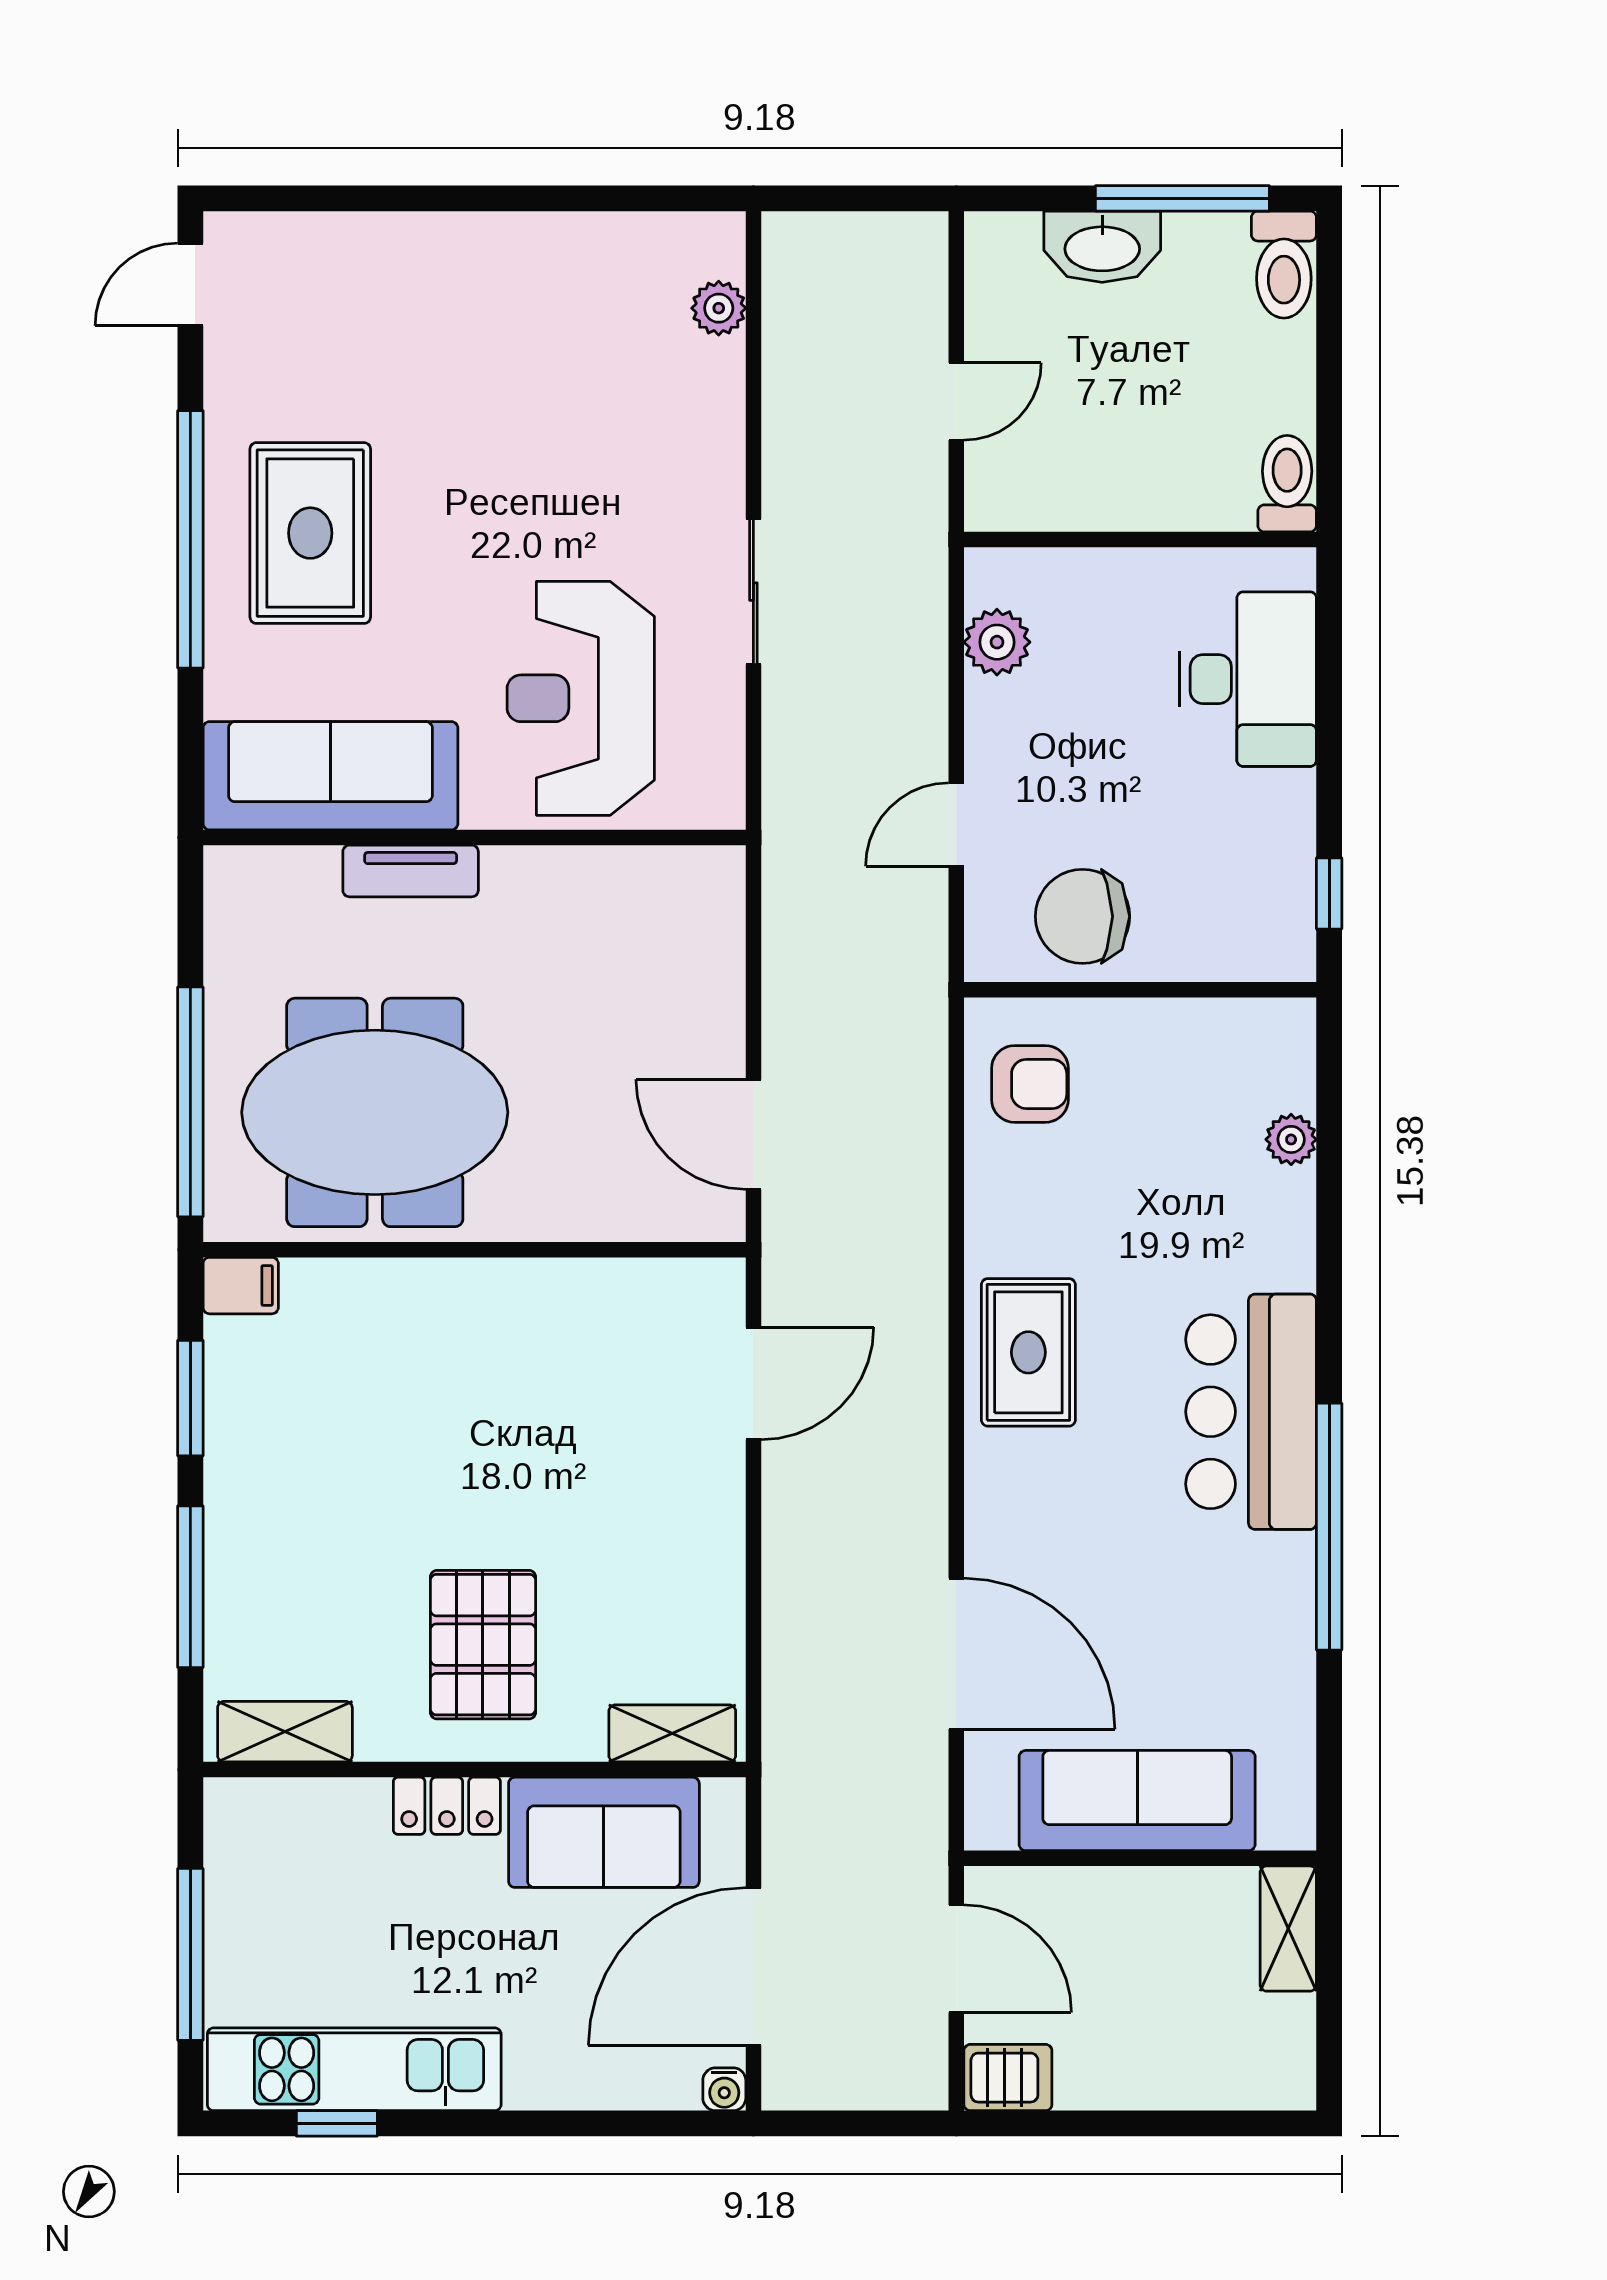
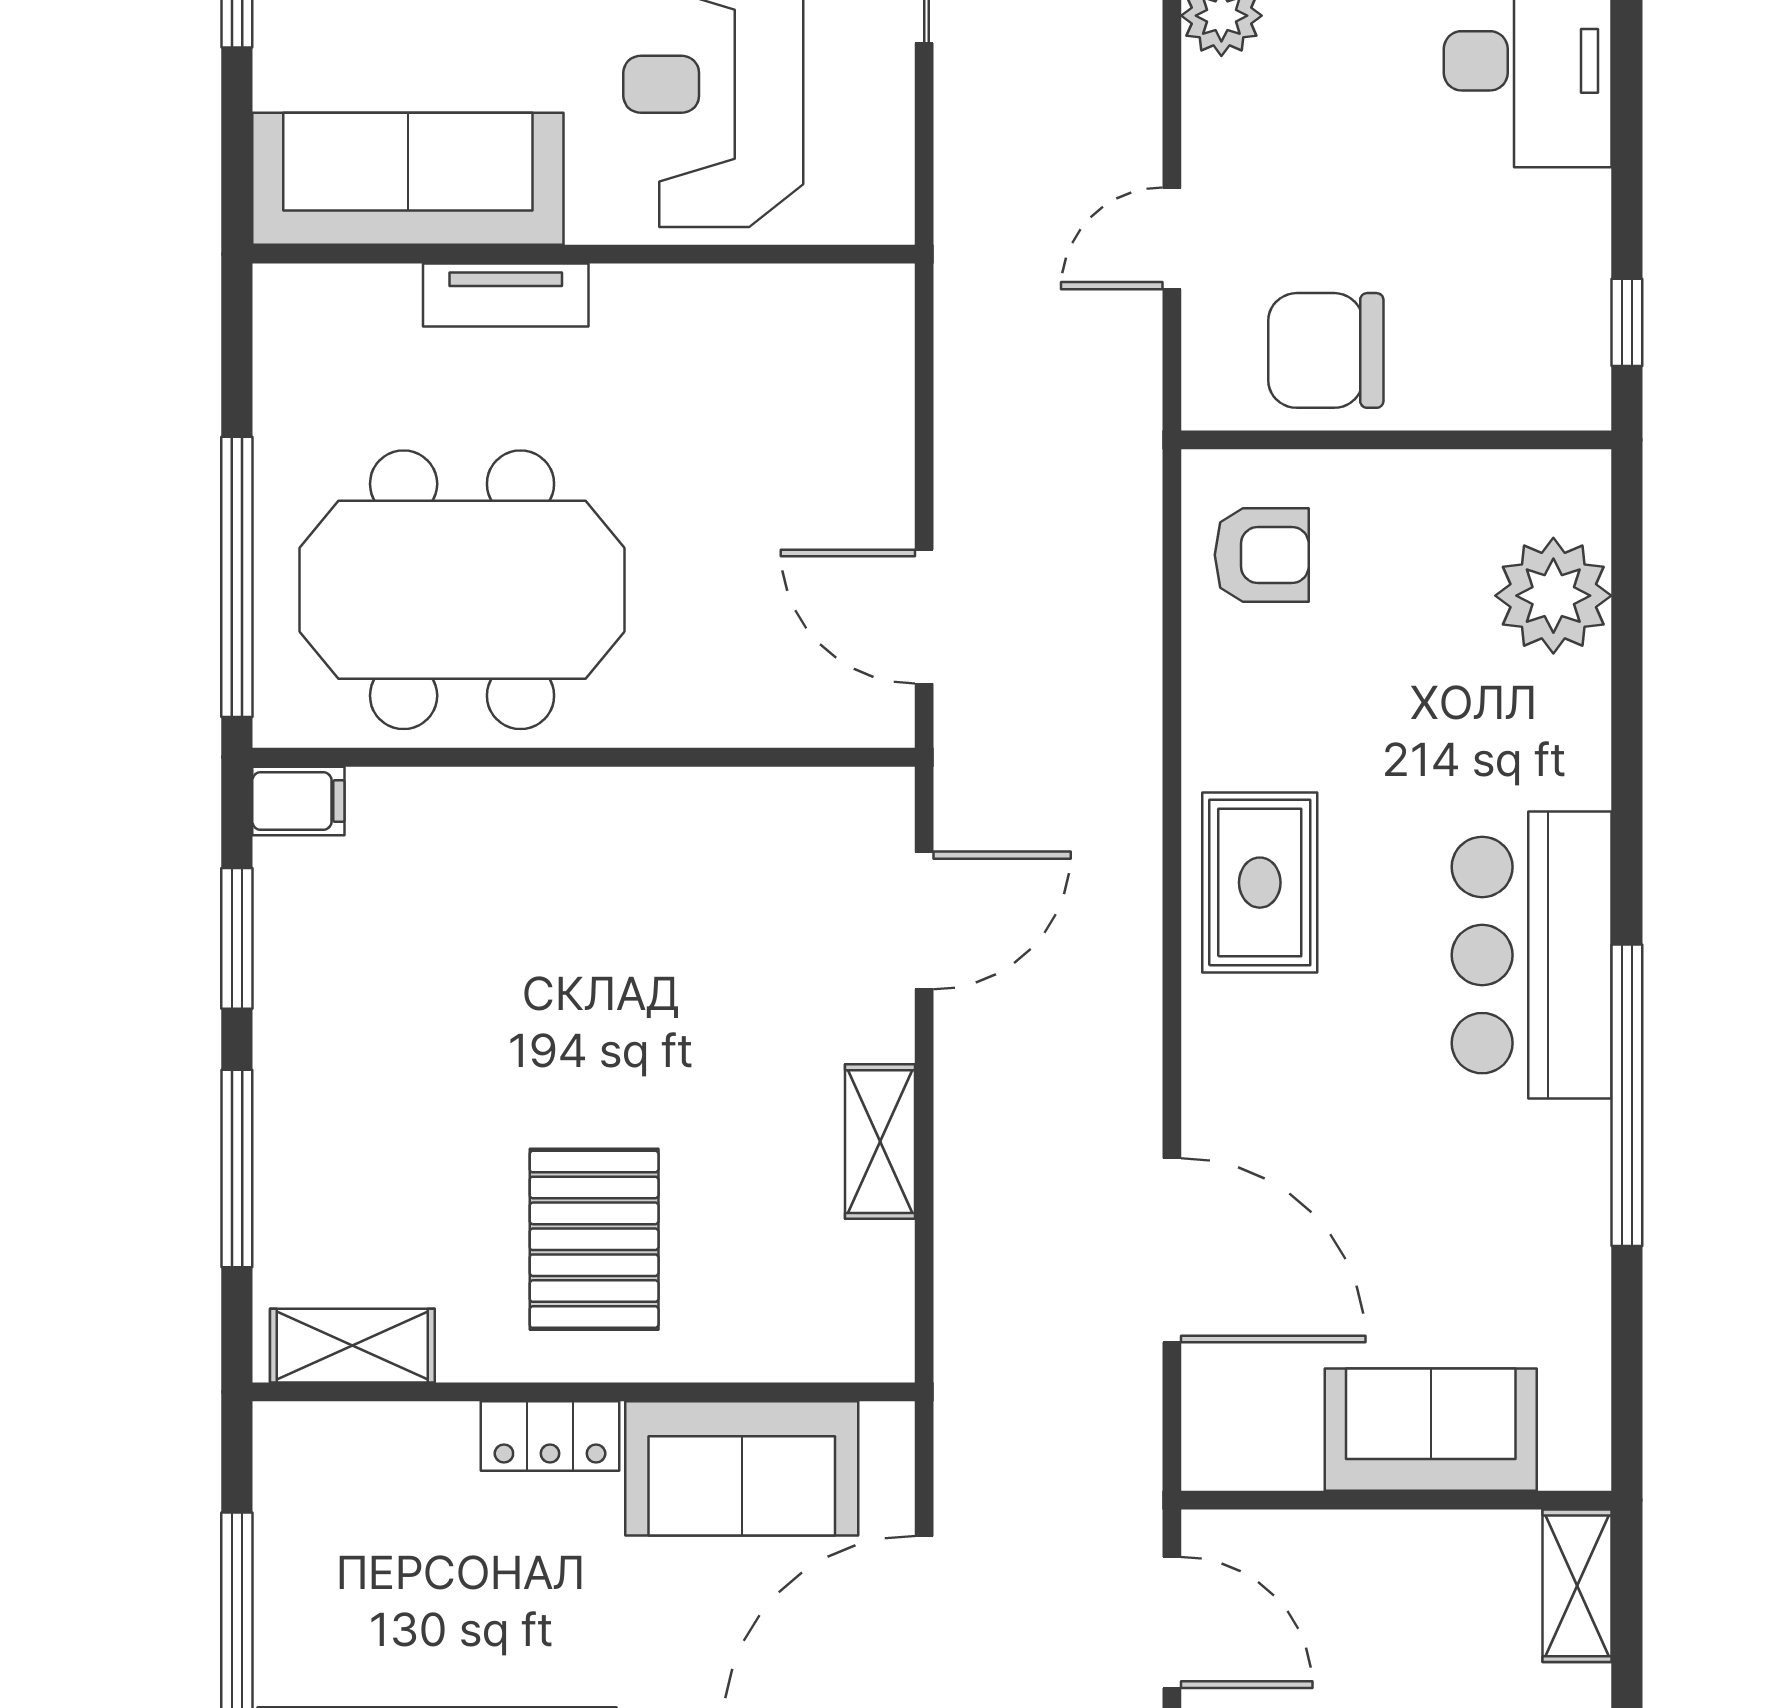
plant: (1291, 1139) -> (1553, 596), width x1.88, depth x1.88
shelving: (672, 1733) -> (880, 1142), moved, turned 90
sofa: (1137, 1801) -> (1431, 1430), width x0.73

